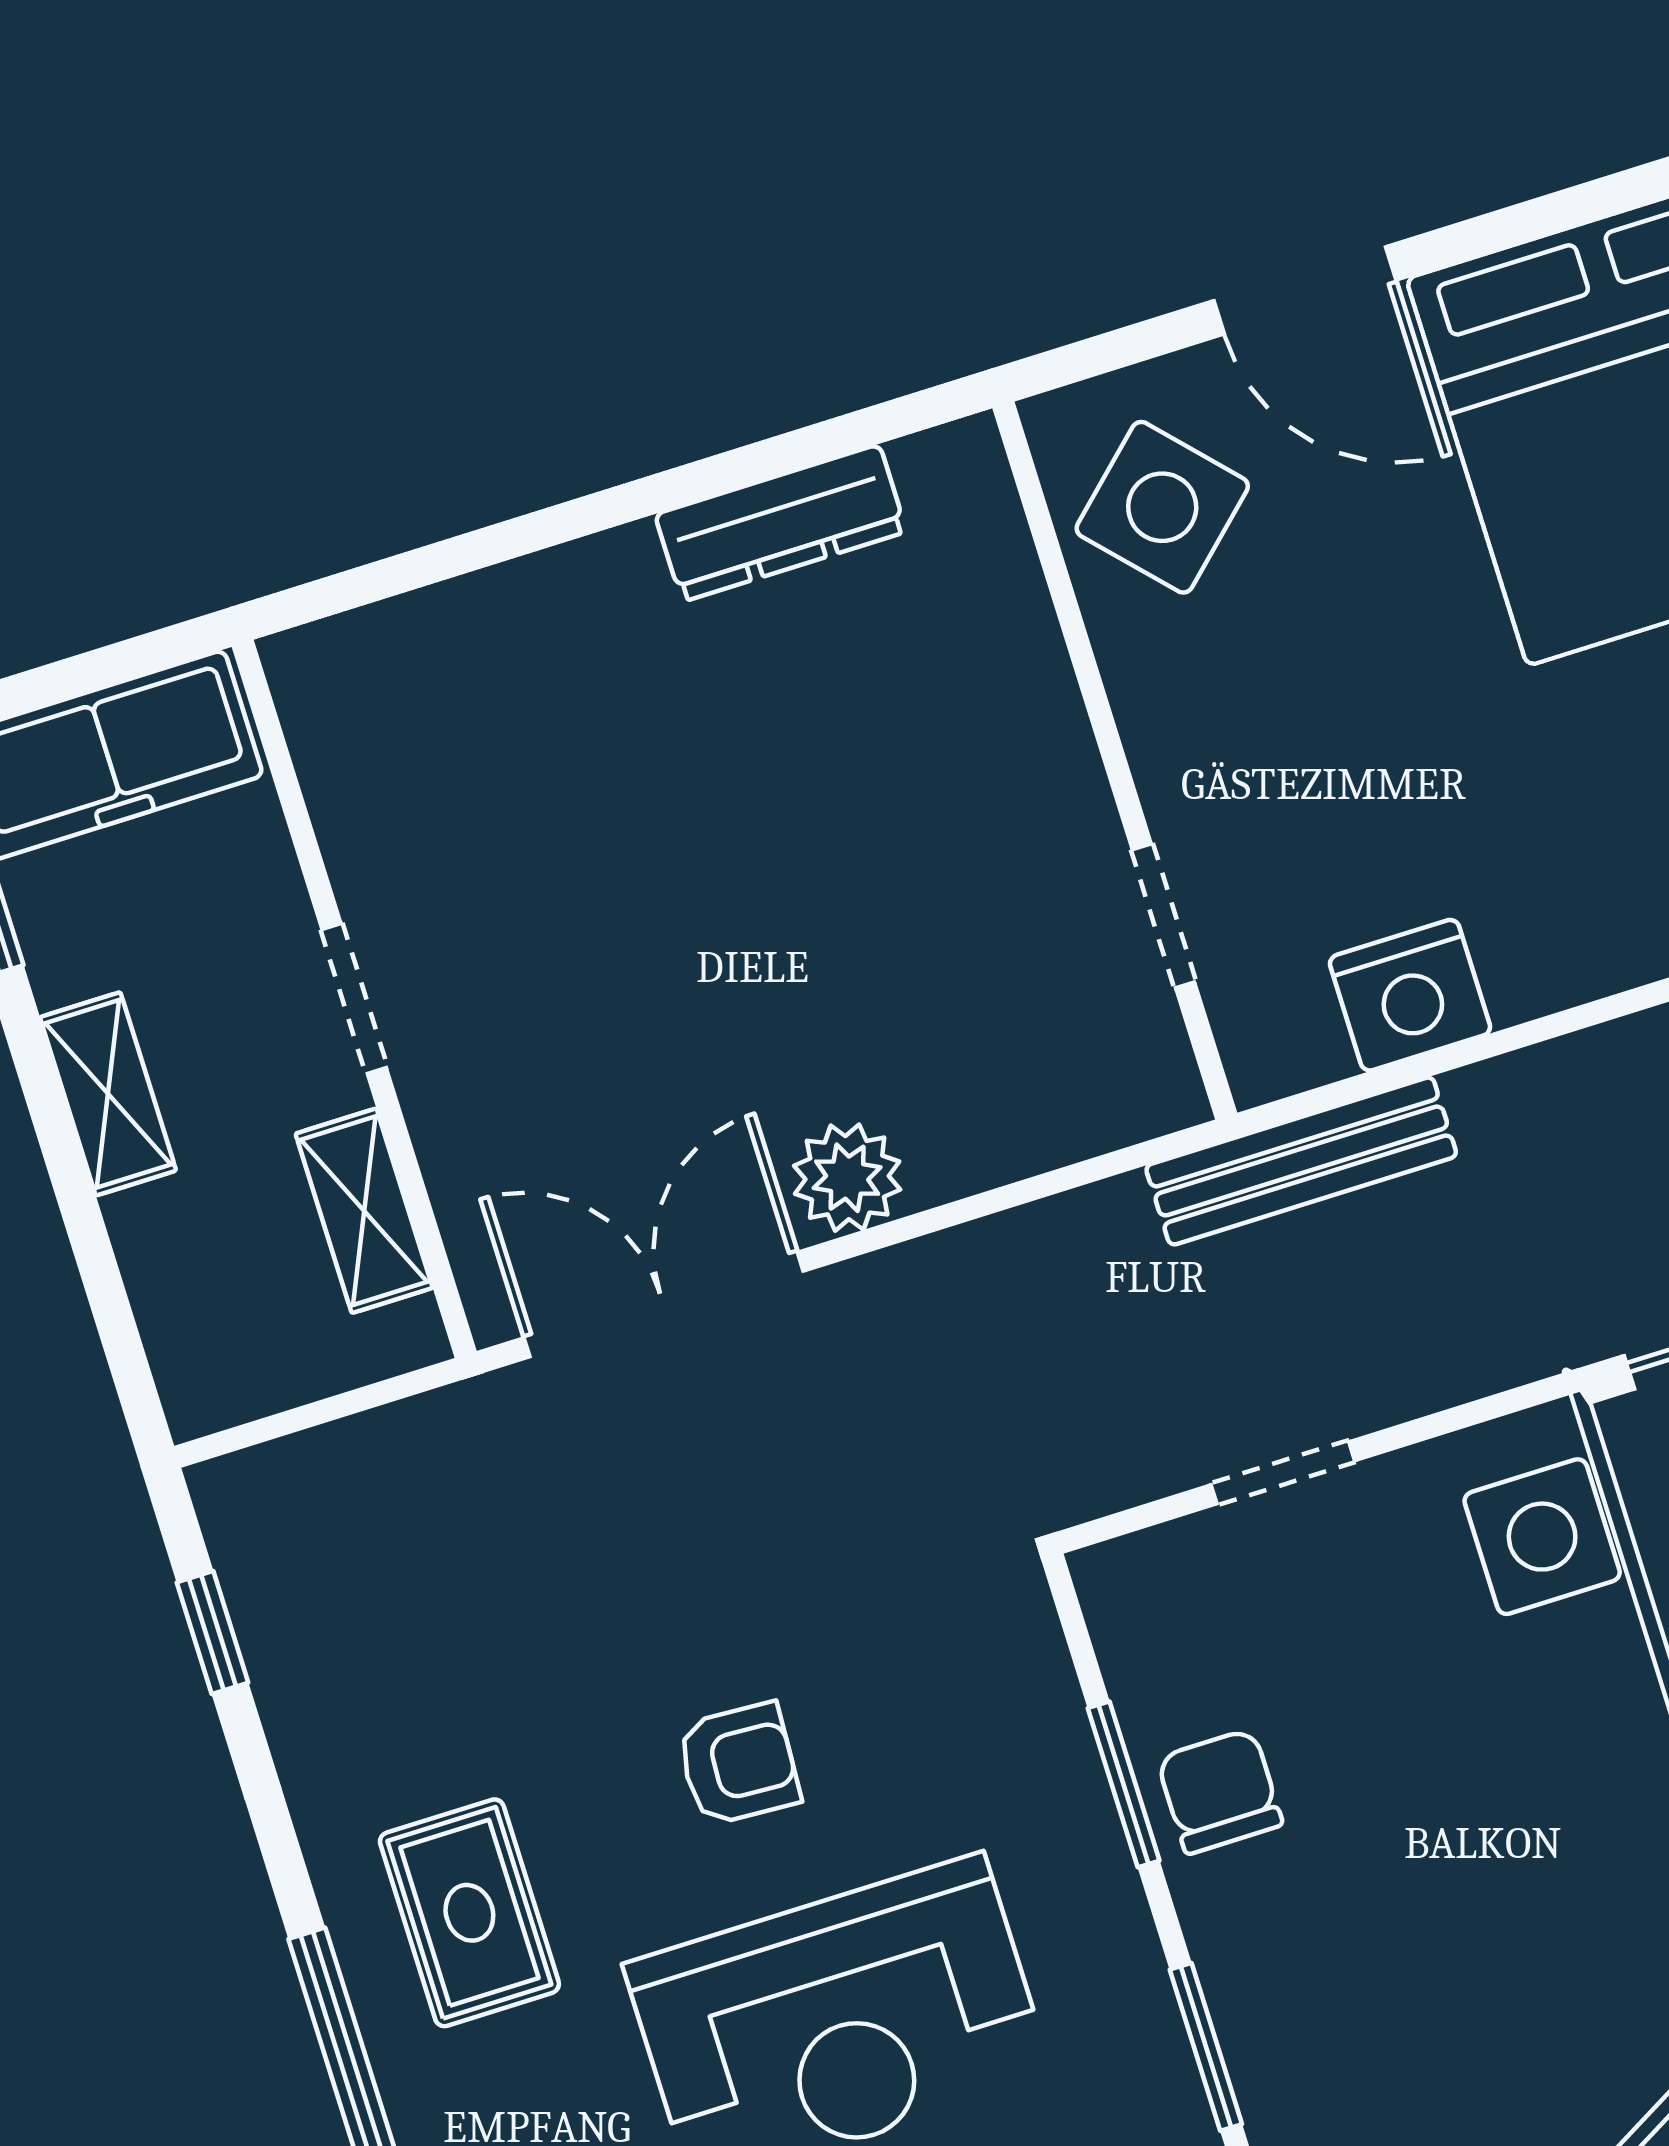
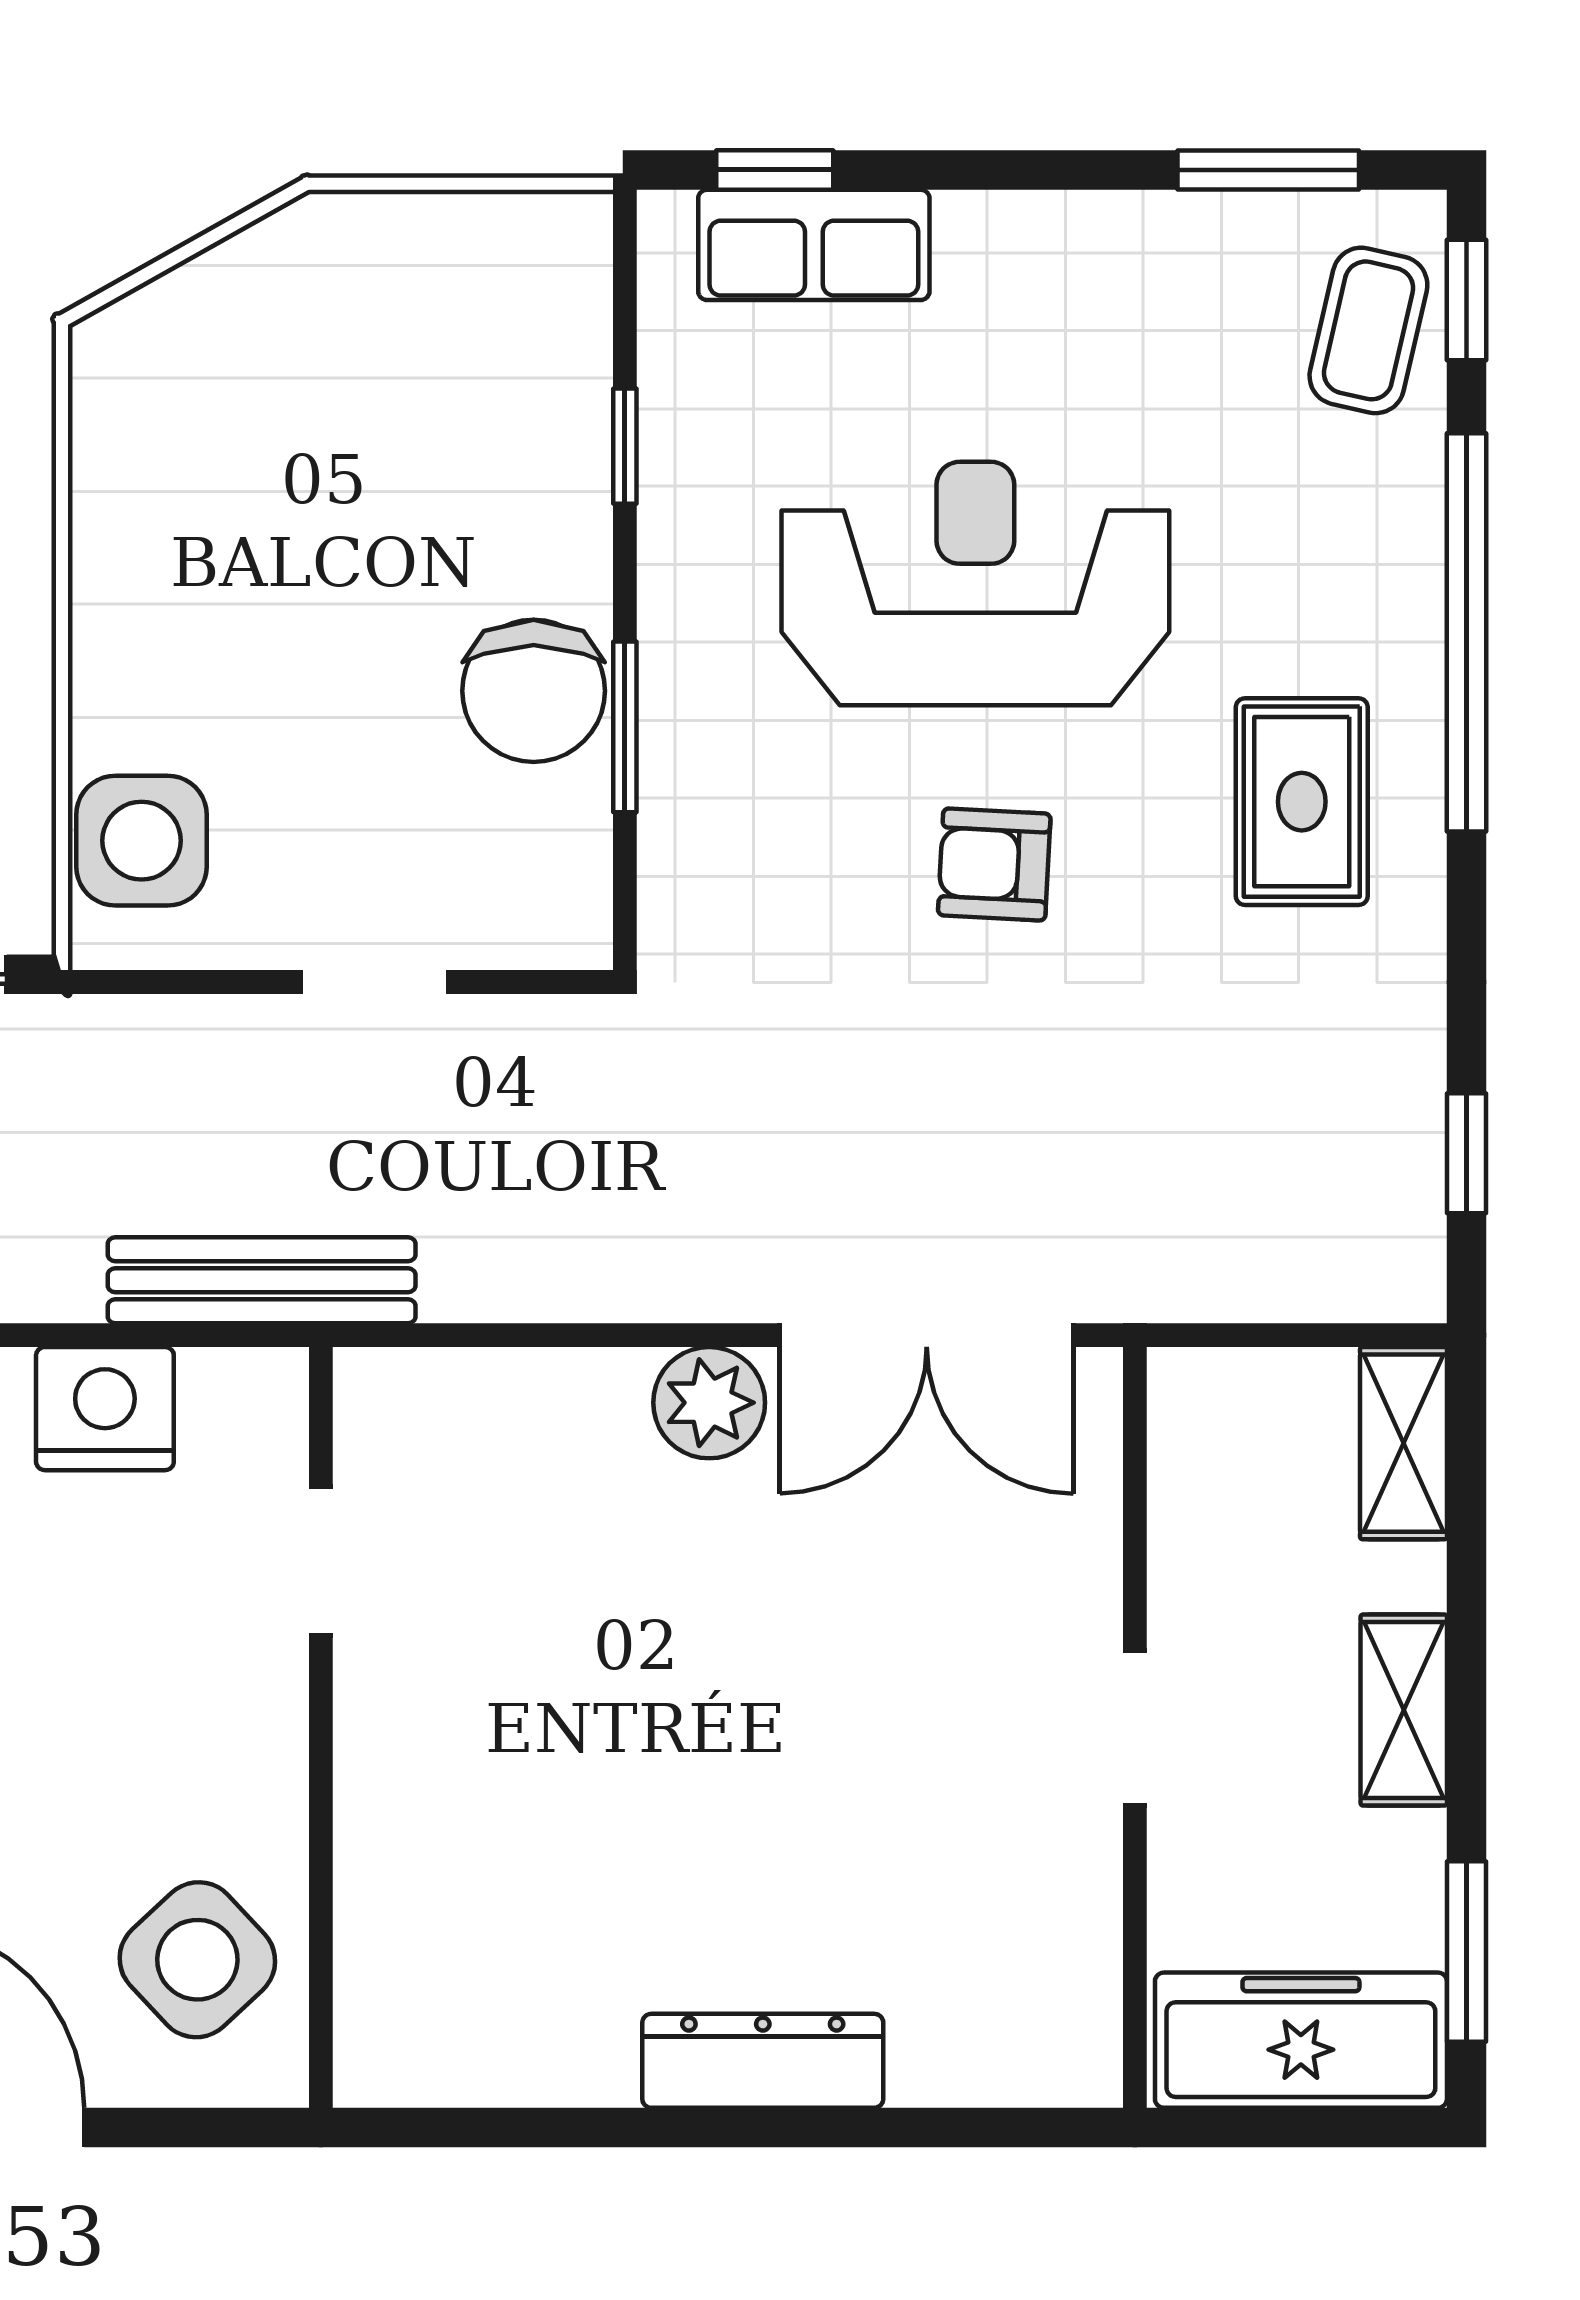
dresser: (781, 523) -> (763, 2061), moved
shelving: (364, 1211) -> (1404, 1443), moved
chair: (1220, 1791) -> (534, 691), width x1.37, depth x1.37
window: (1206, 2047) -> (625, 446), width x0.67

